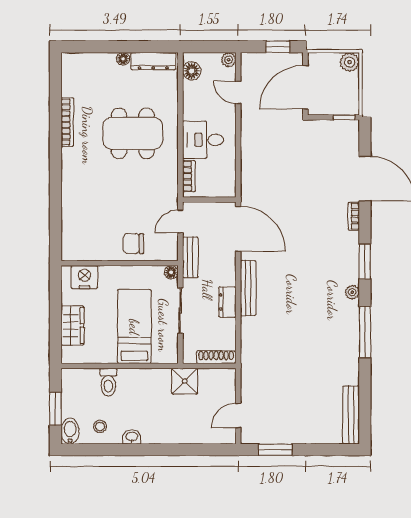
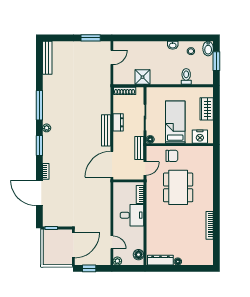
plant: (350, 62) -> (48, 260), removed
dining table: (133, 133) -> (178, 187), moved, turned 90
door: (238, 229) -> (112, 164), hinge flipped
bed: (134, 327) -> (175, 122), moved, turned 180

